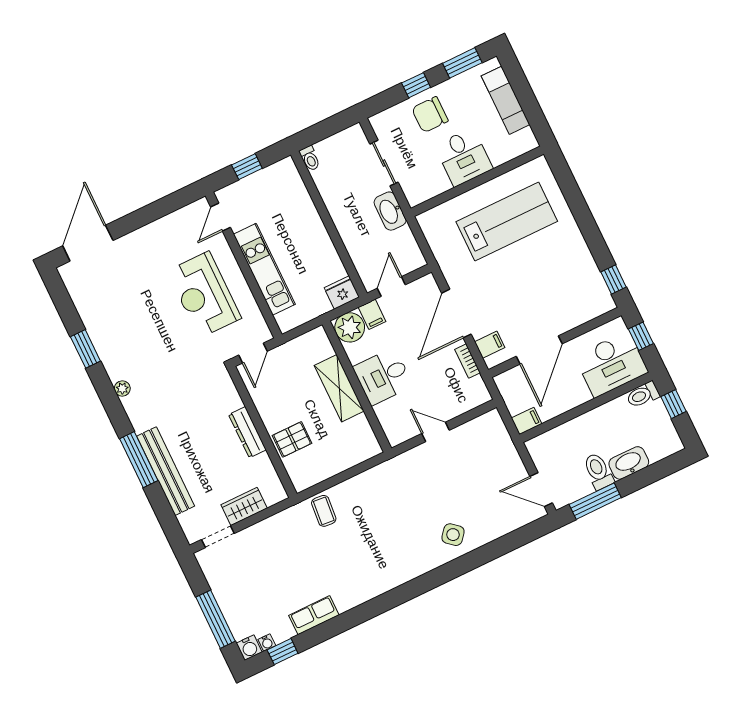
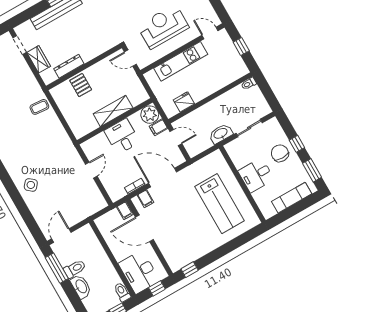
fridge: (342, 292) -> (184, 102), moved, turned -90
filing cabinet: (527, 421) -> (125, 211), moved
dresser: (247, 432) -> (69, 66), moved

